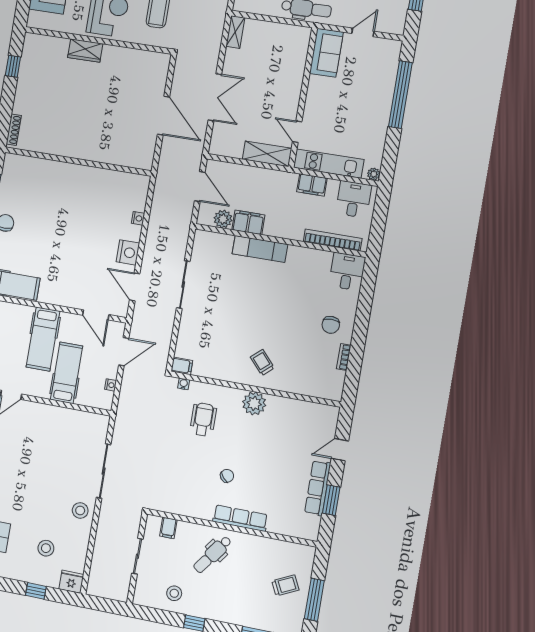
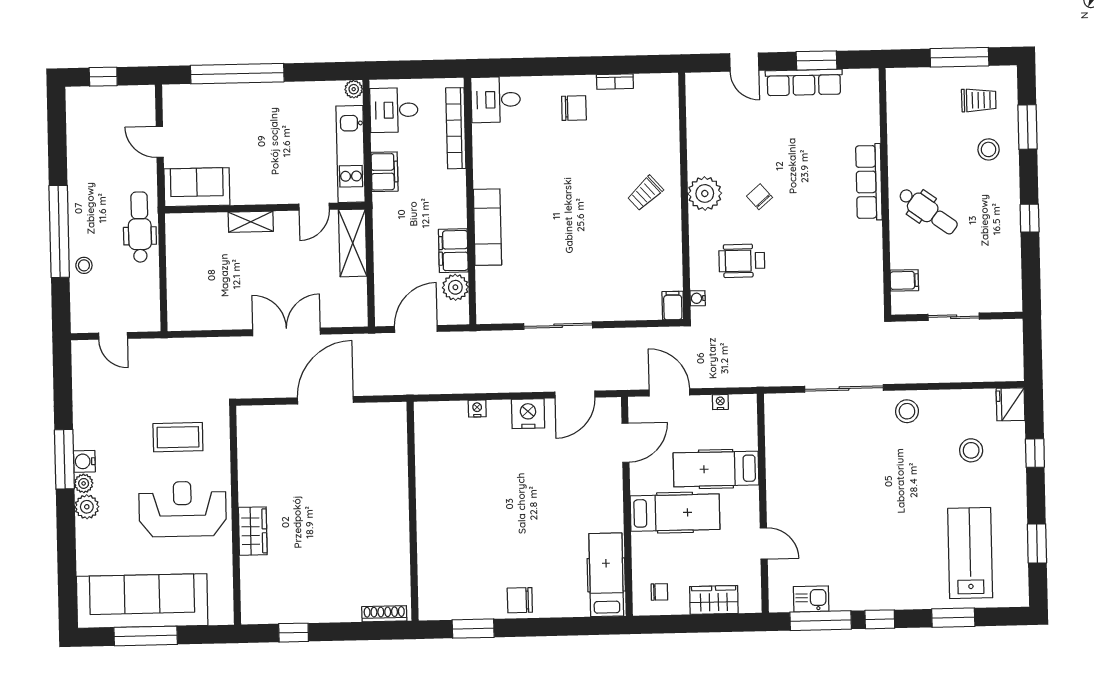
shelving: (235, 32) -> (251, 222), moved
chair: (227, 476) -> (760, 197), moved
trolley: (285, 585) -> (979, 100), moved, turned 116
stool: (174, 593) -> (989, 149), moved

